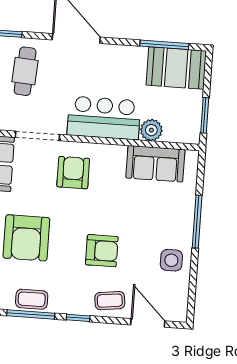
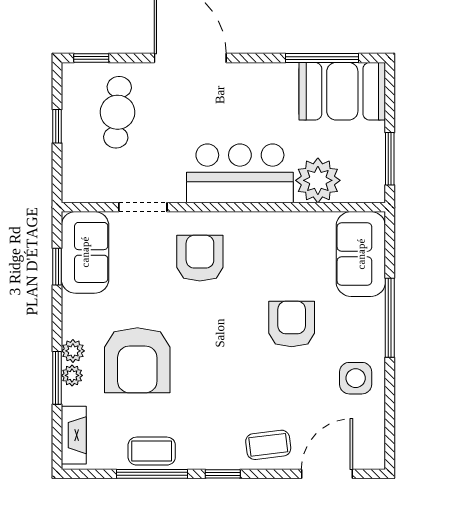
plant: (151, 130) -> (318, 180), width x1.36, depth x1.36
doorway: (37, 136) -> (143, 207), width x0.73
sofa: (155, 164) -> (361, 254), moved, turned 90
armchair: (102, 251) -> (292, 324), moved, turned -90
door: (148, 323) -> (327, 474), hinge flipped

